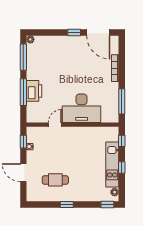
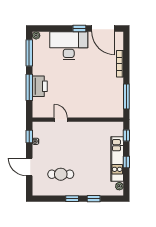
desk: (82, 108) -> (69, 46), moved, turned 180
door: (55, 125) -> (61, 120), hinge flipped
window: (107, 205) -> (94, 199), moved

